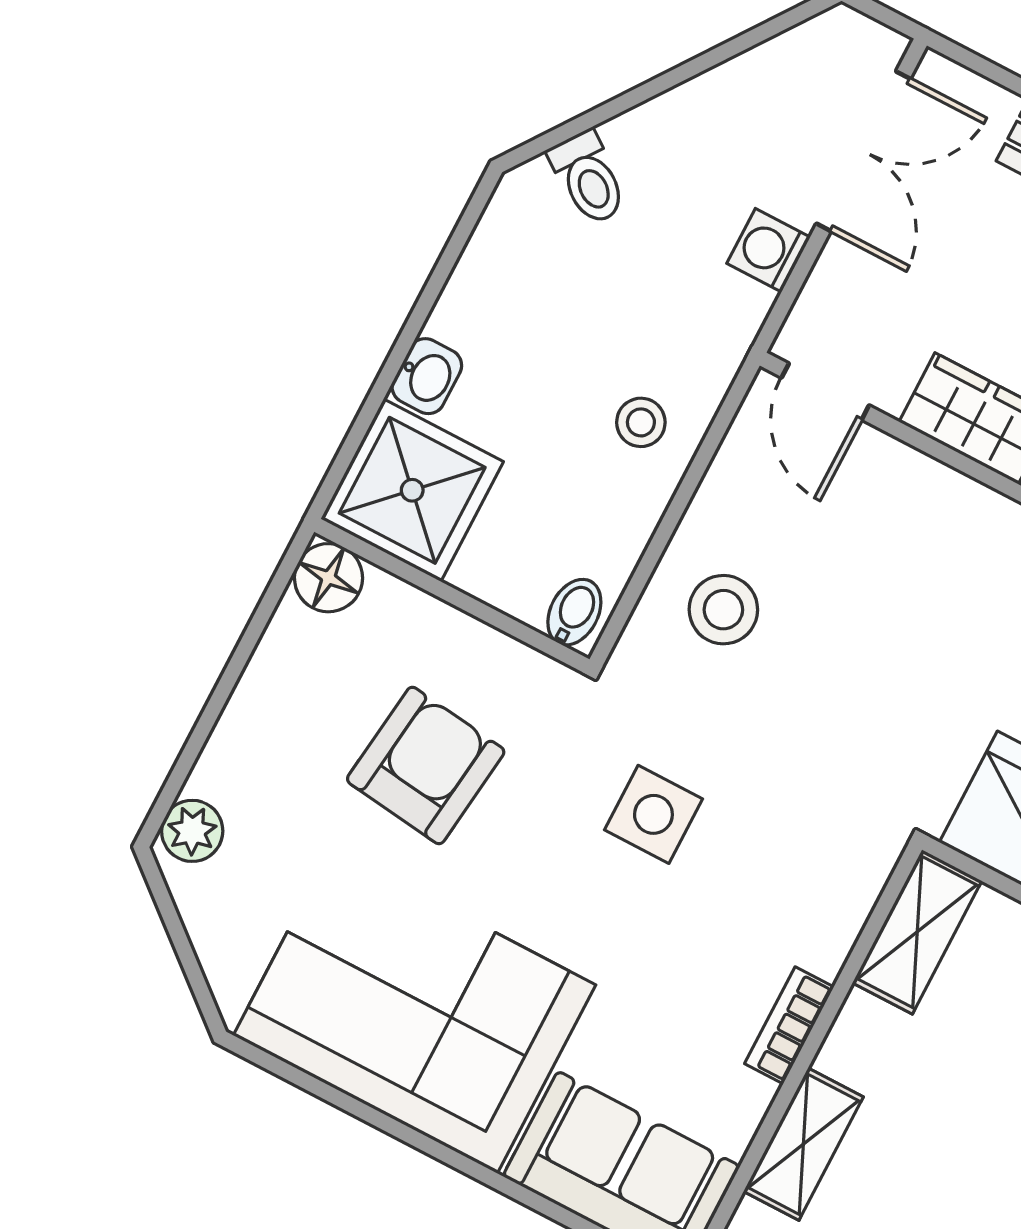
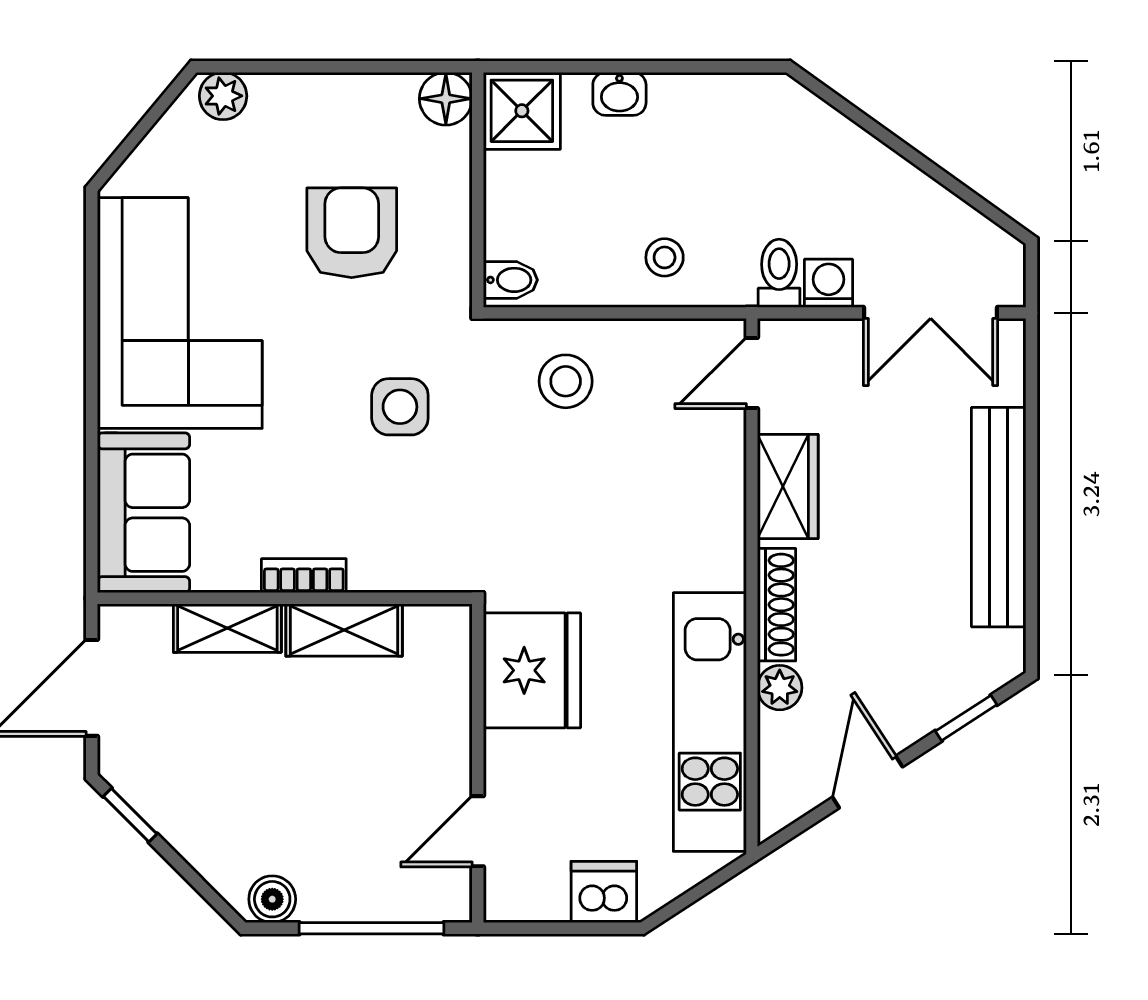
toilet: (588, 178) -> (779, 273), moved, turned 144
shower: (412, 490) -> (522, 111), width x0.73, depth x0.73
armchair: (426, 765) -> (352, 233), turned -97
shelving: (917, 932) -> (344, 630), moved

